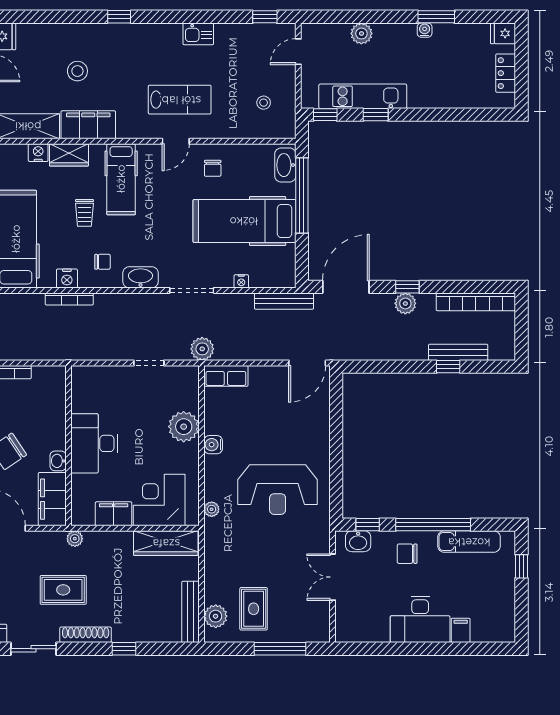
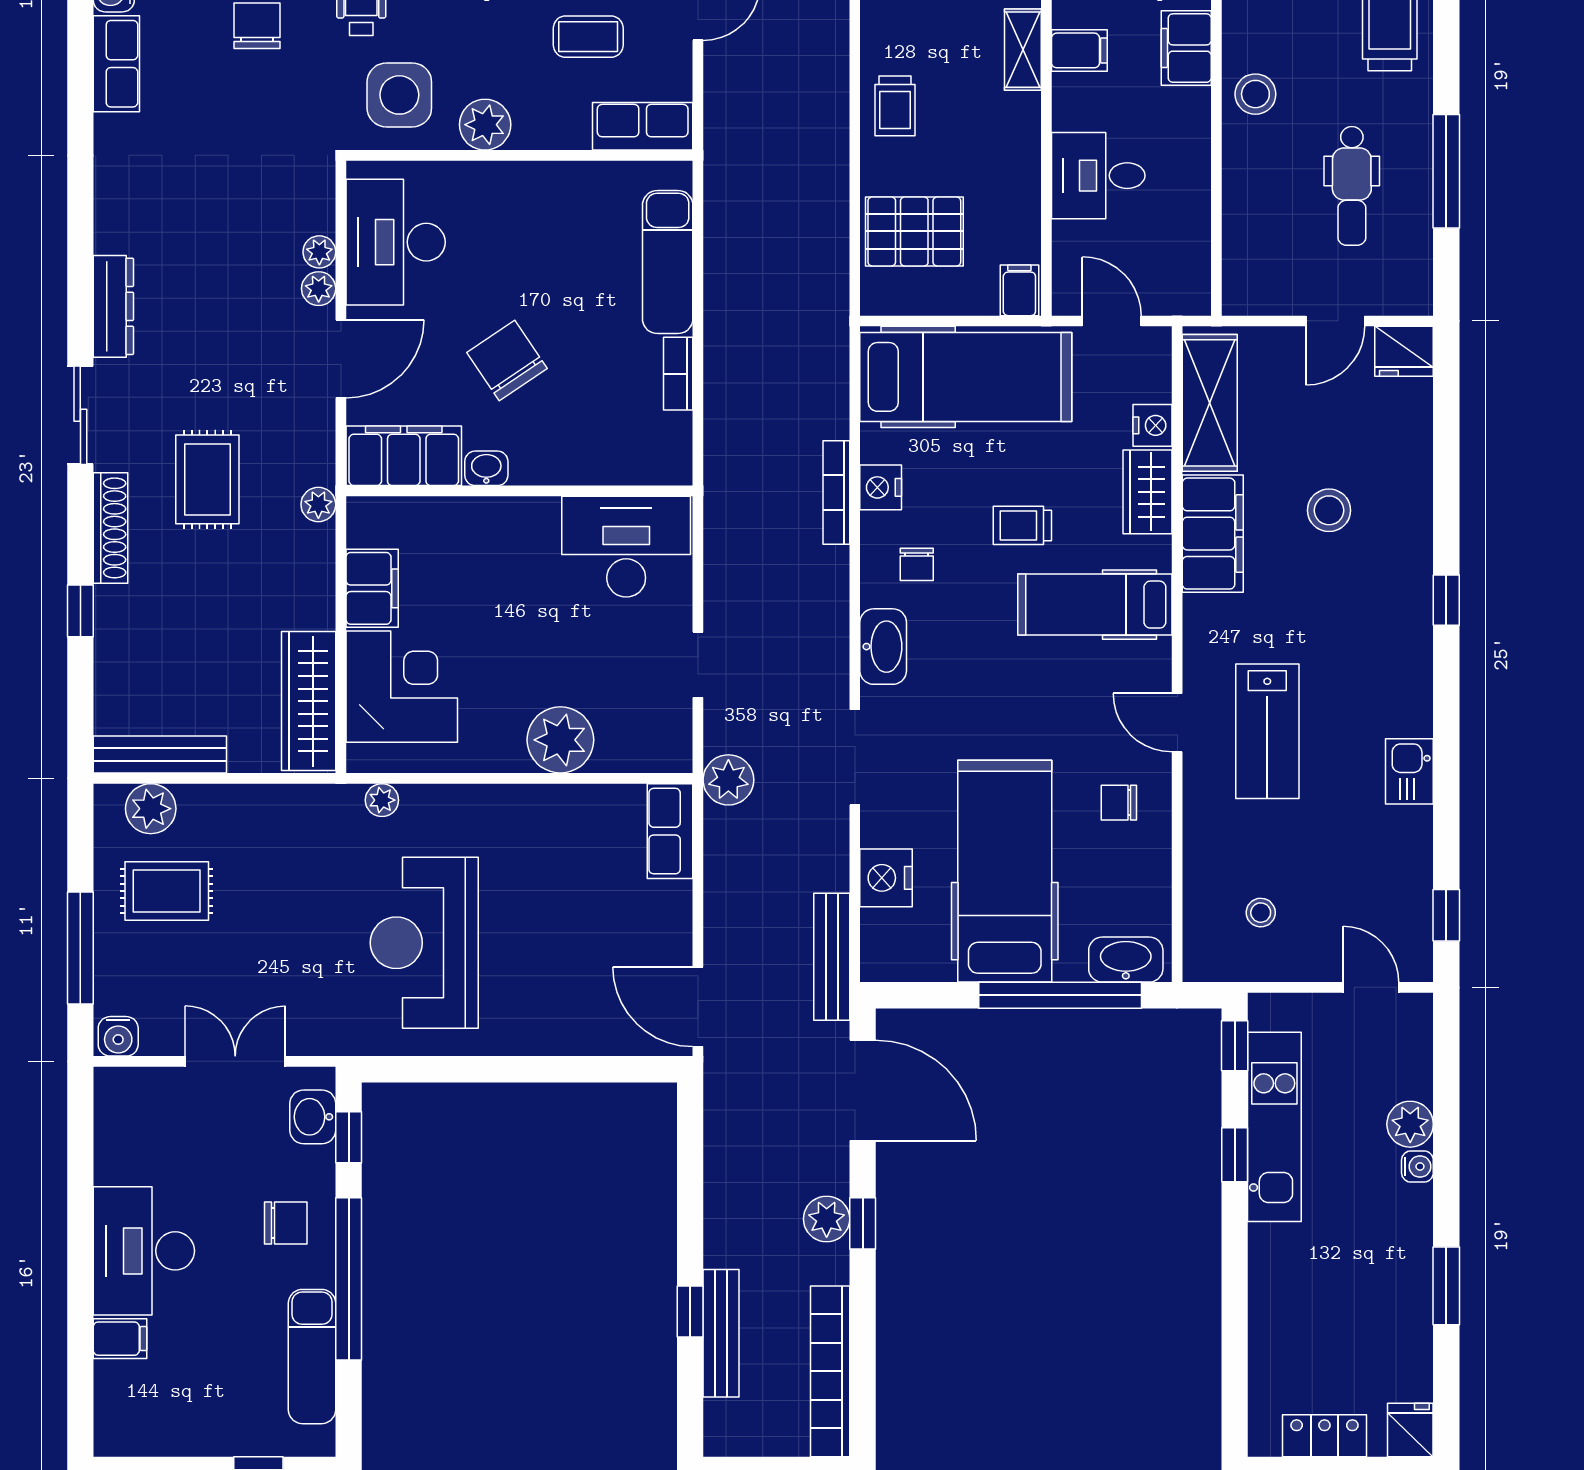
water cooler: (425, 30) -> (1417, 1166), moved
nightstand: (241, 281) -> (886, 878), width x1.89, depth x1.79
desk: (94, 443) -> (626, 547), moved
water cooler: (213, 445) -> (118, 1036), moved, turned 180
chair: (407, 554) -> (286, 1223), turned 90

